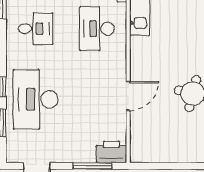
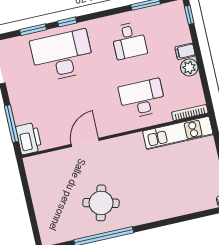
door: (128, 96) -> (85, 142), swing flipped

